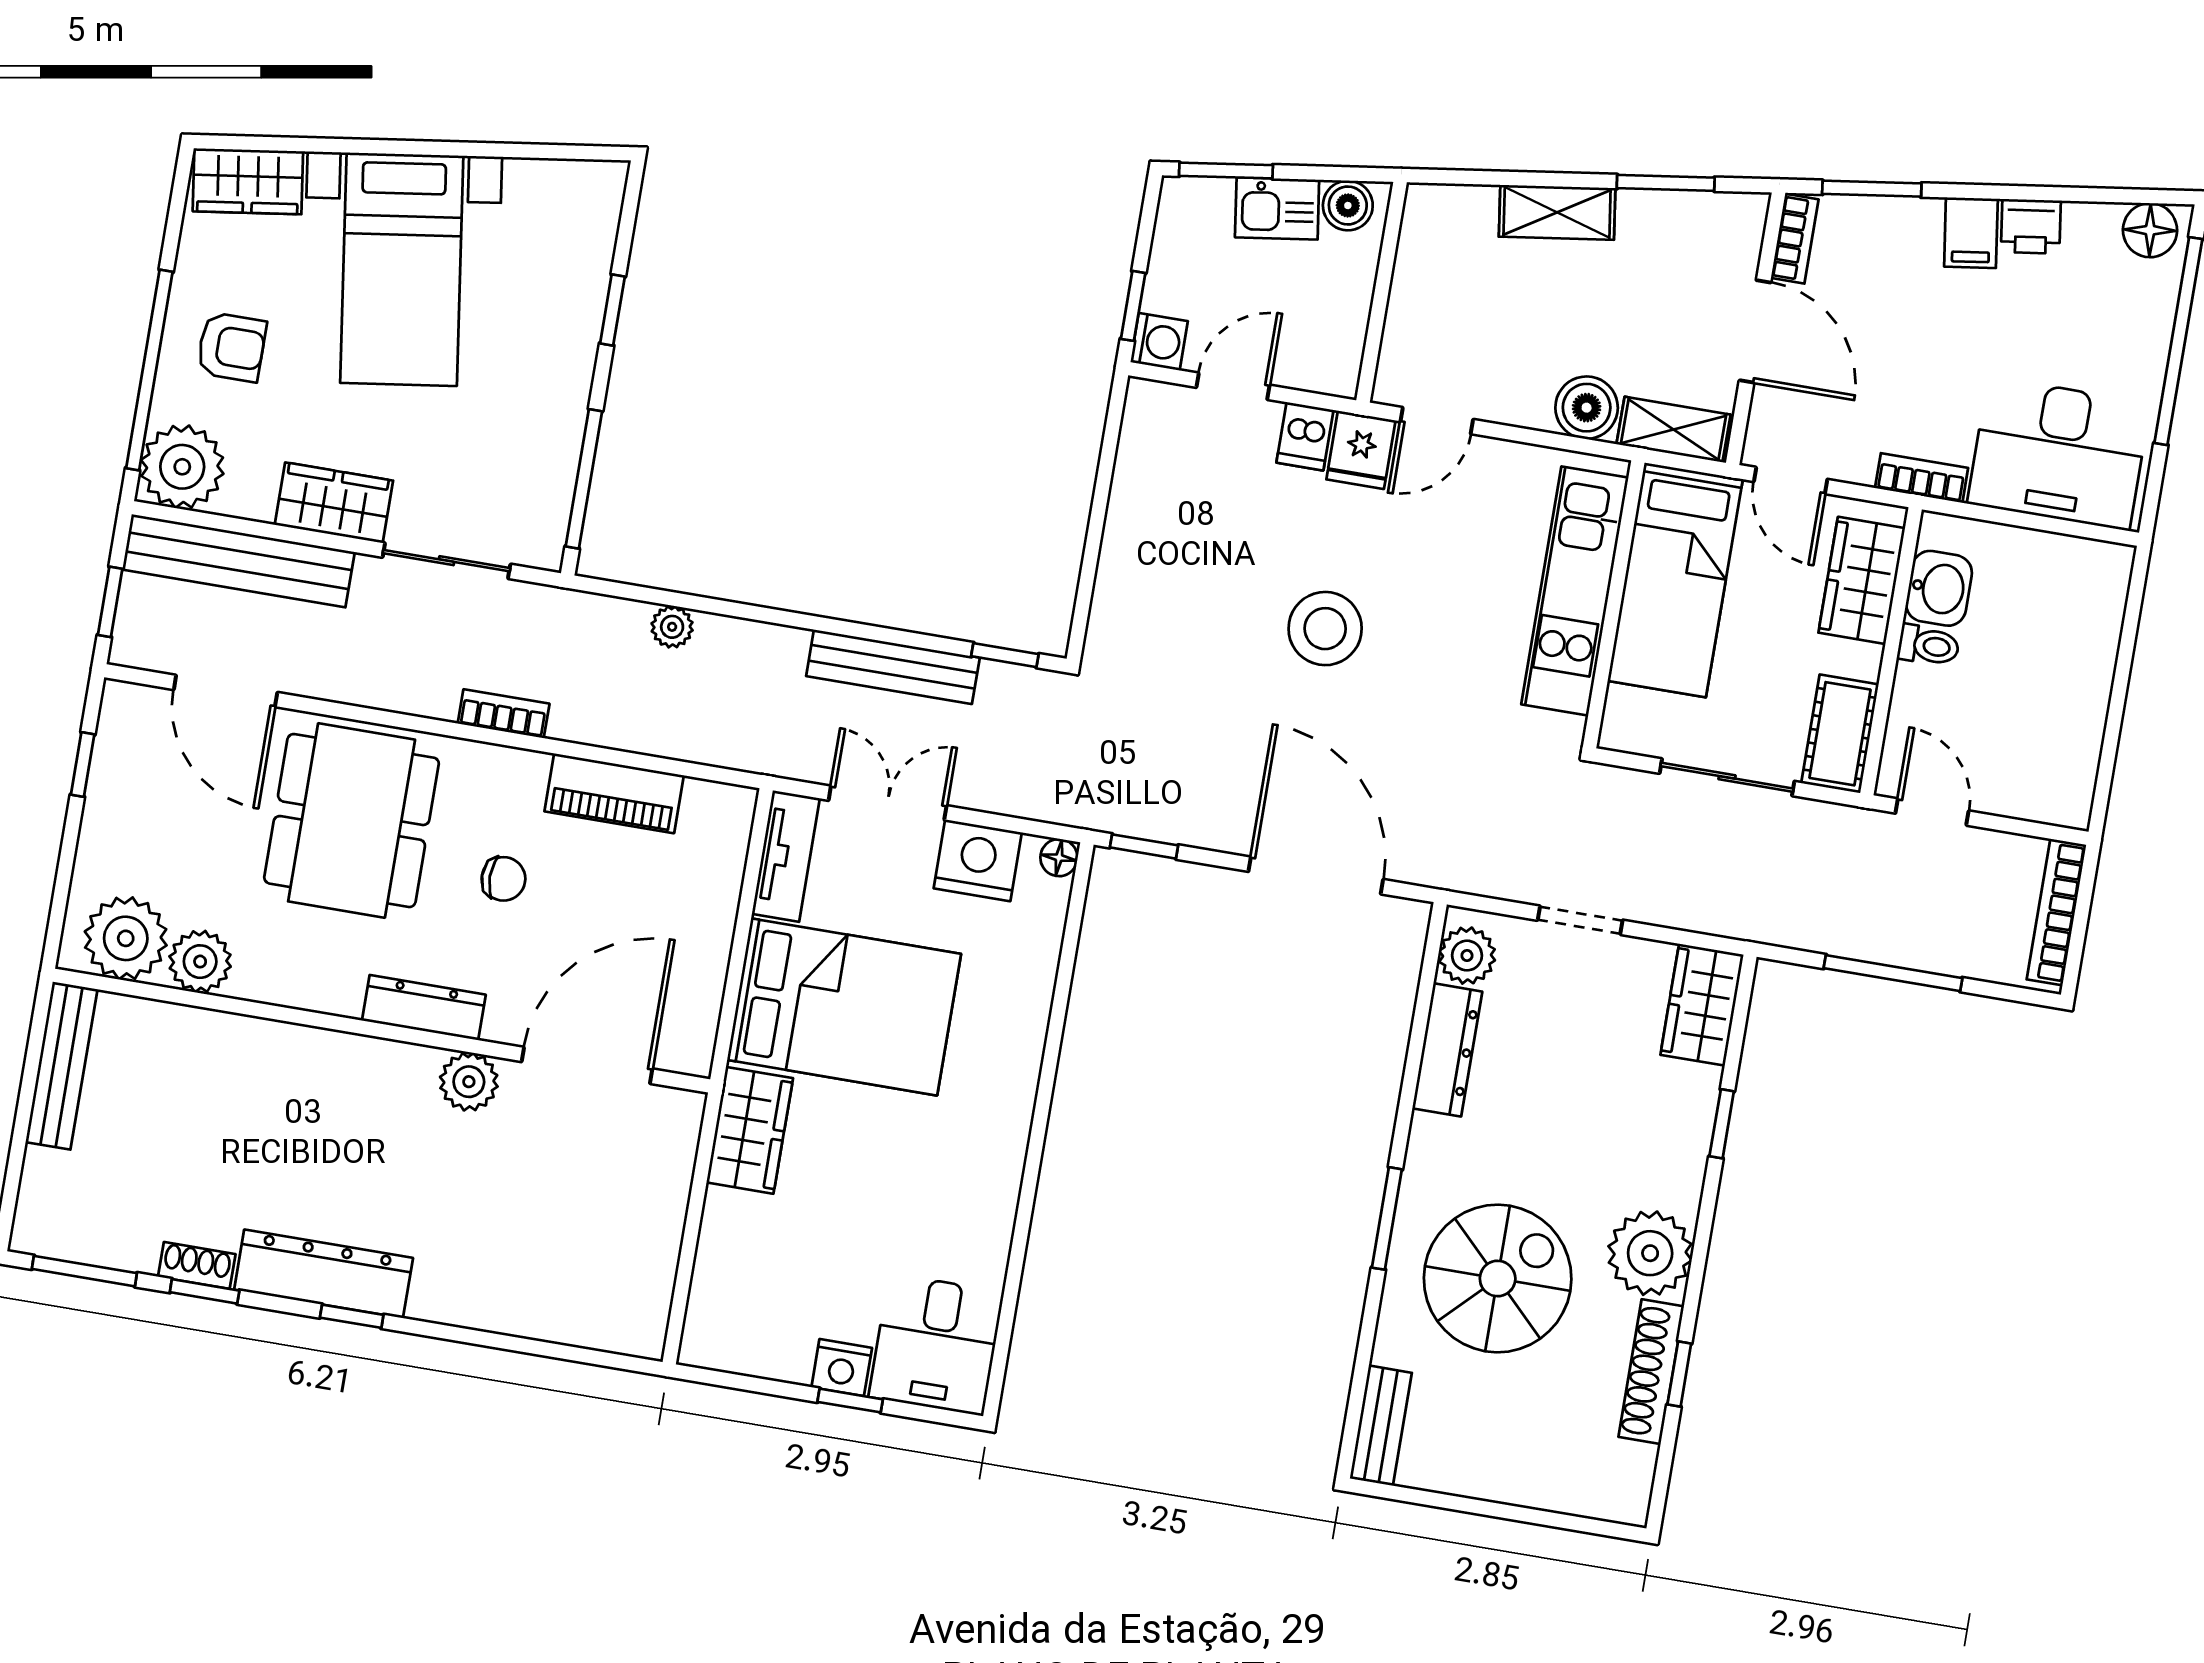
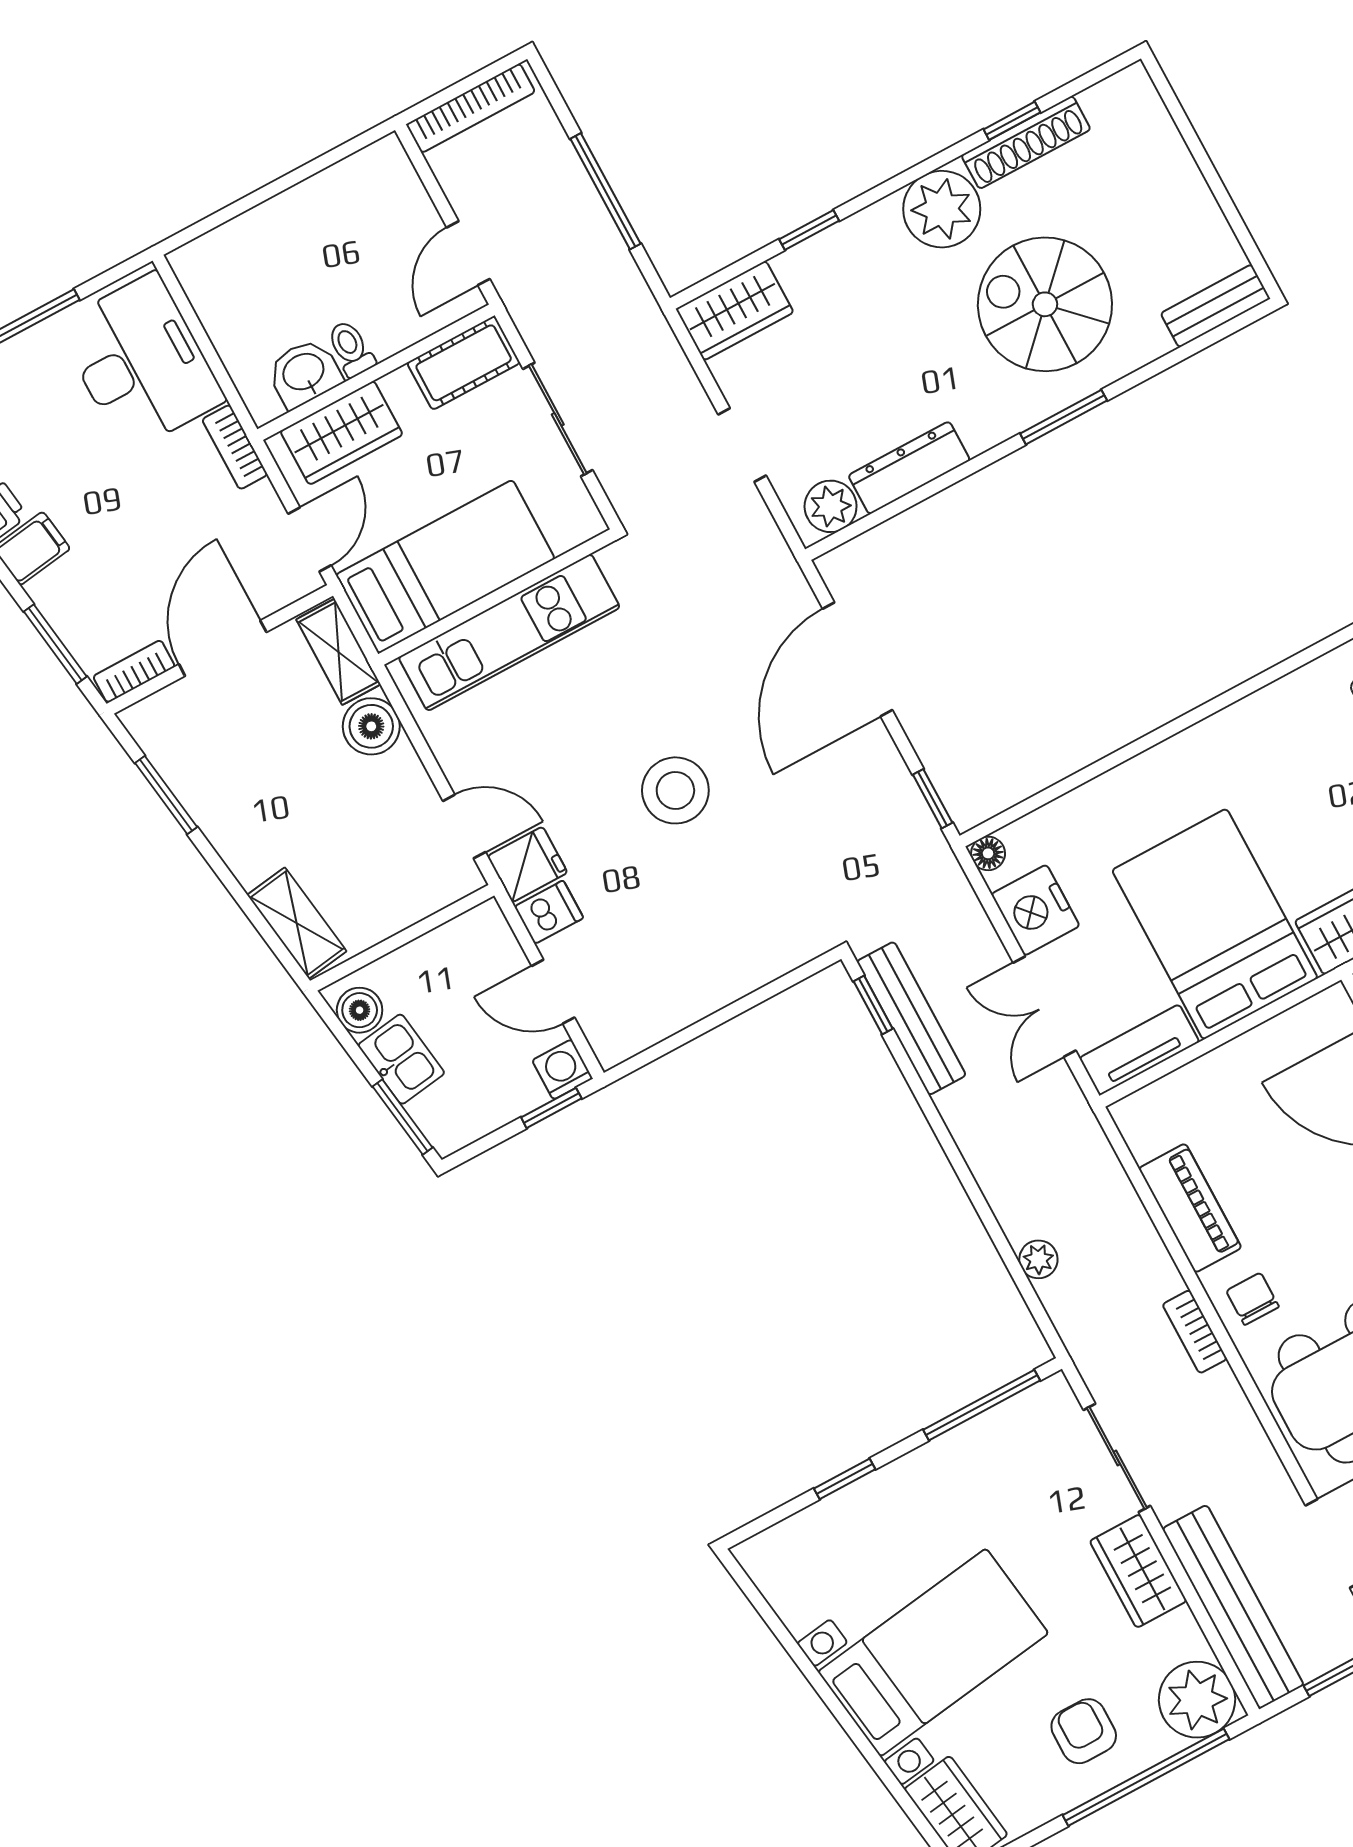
shelving: (1557, 212) -> (297, 923), moved
bench: (893, 667) -> (911, 1018), moved
chair: (503, 879) -> (1253, 1299), moved

